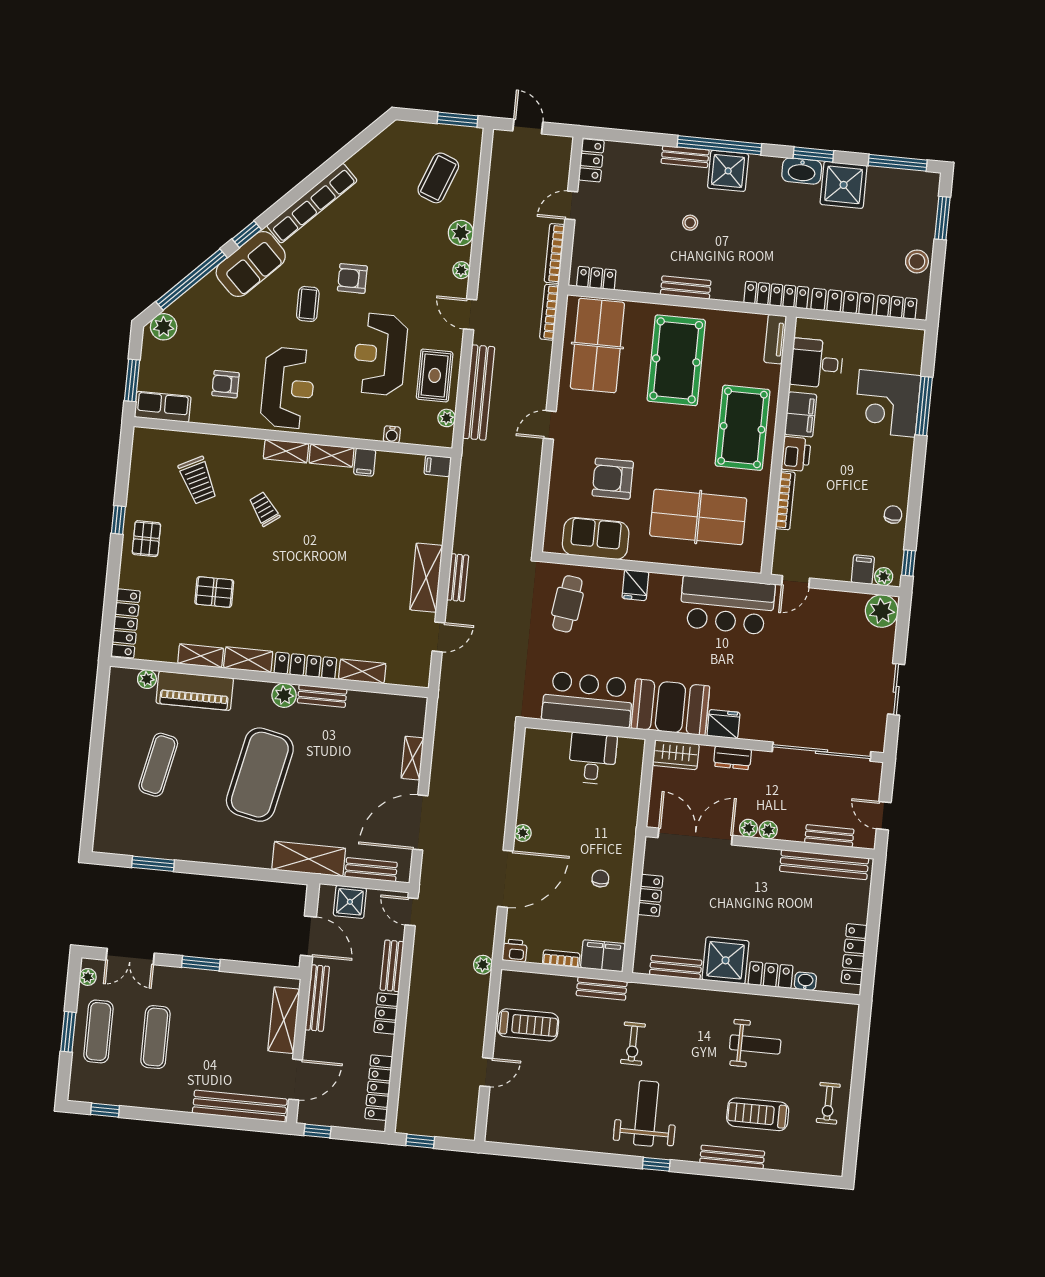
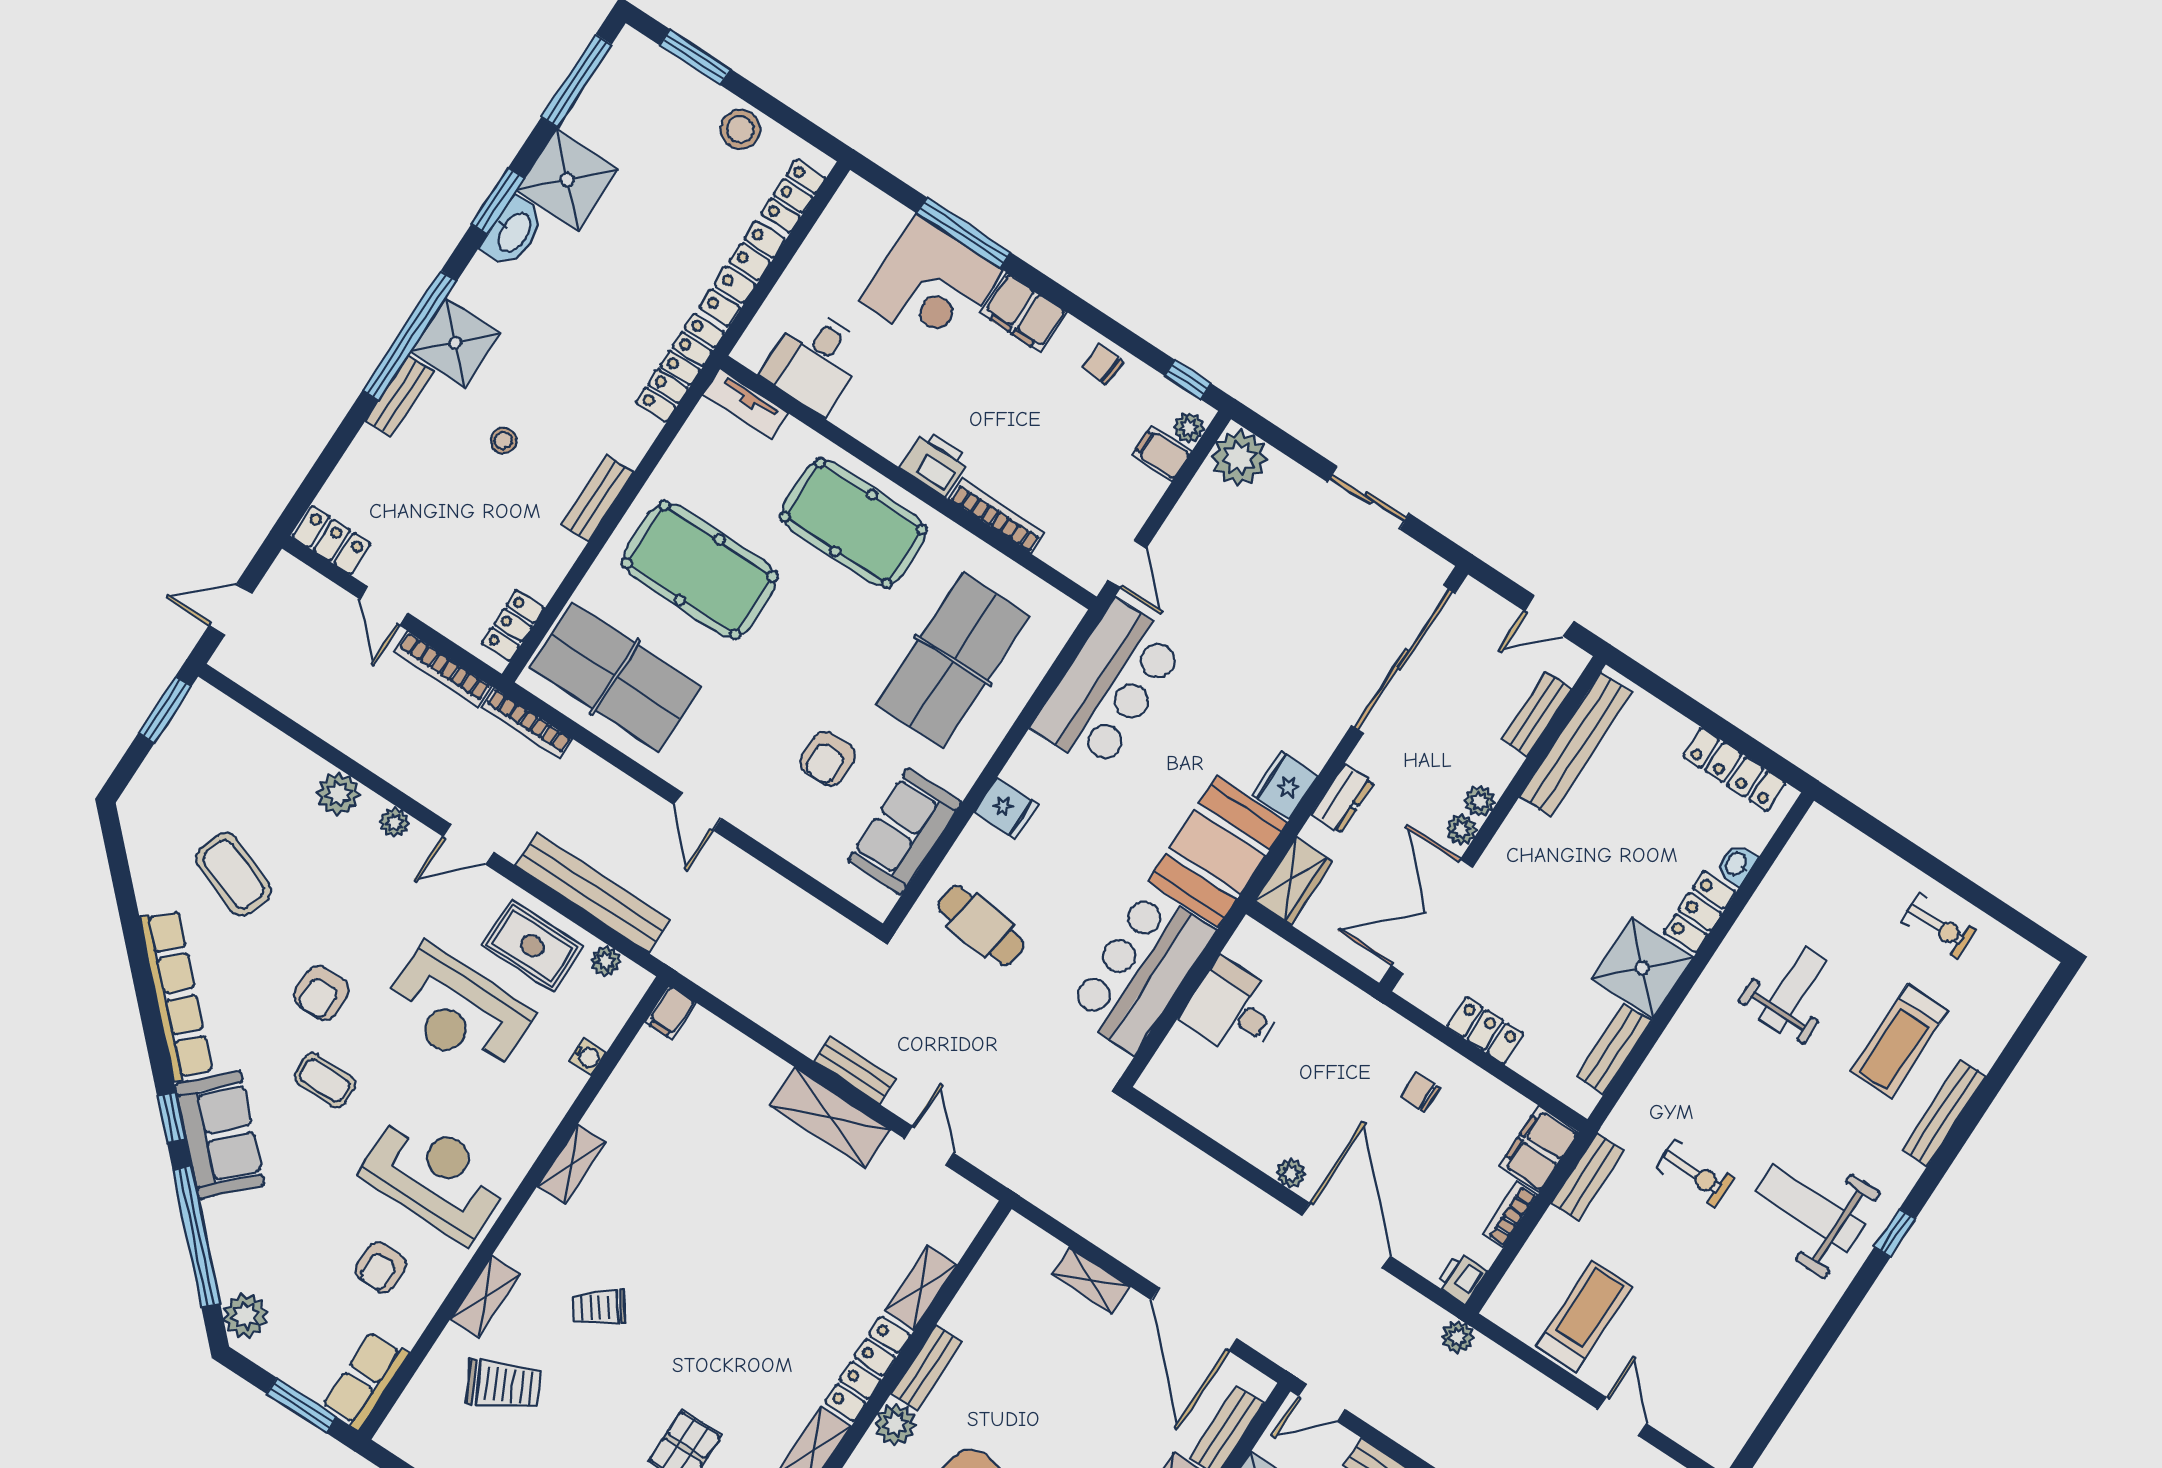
coffee table: (438, 178) -> (234, 874), moved
filing cabinet: (801, 414) -> (1024, 313), moved, turned 180
shelving: (286, 451) -> (485, 1296), moved
filing cabinet: (365, 462) -> (608, 1119), removed
armchair: (613, 479) -> (828, 759), width x0.72, depth x0.72

